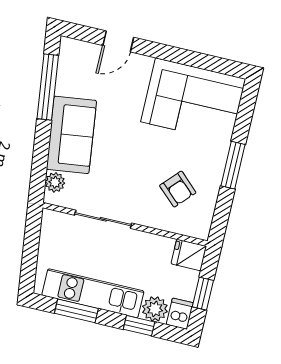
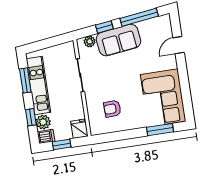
door: (118, 41) -> (179, 45), hinge flipped
window: (41, 149) -> (104, 27), added
window: (233, 165) -> (160, 130), moved
armchair: (178, 189) -> (112, 109), turned 45

